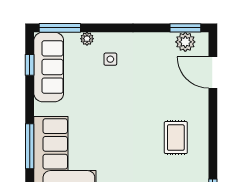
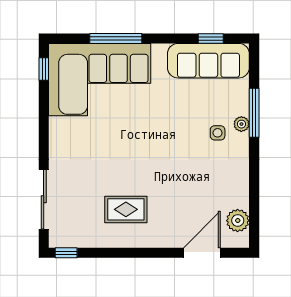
window: (60, 28) -> (254, 113), moved
window: (185, 28) -> (254, 220), removed
plant: (87, 39) -> (241, 124), moved

